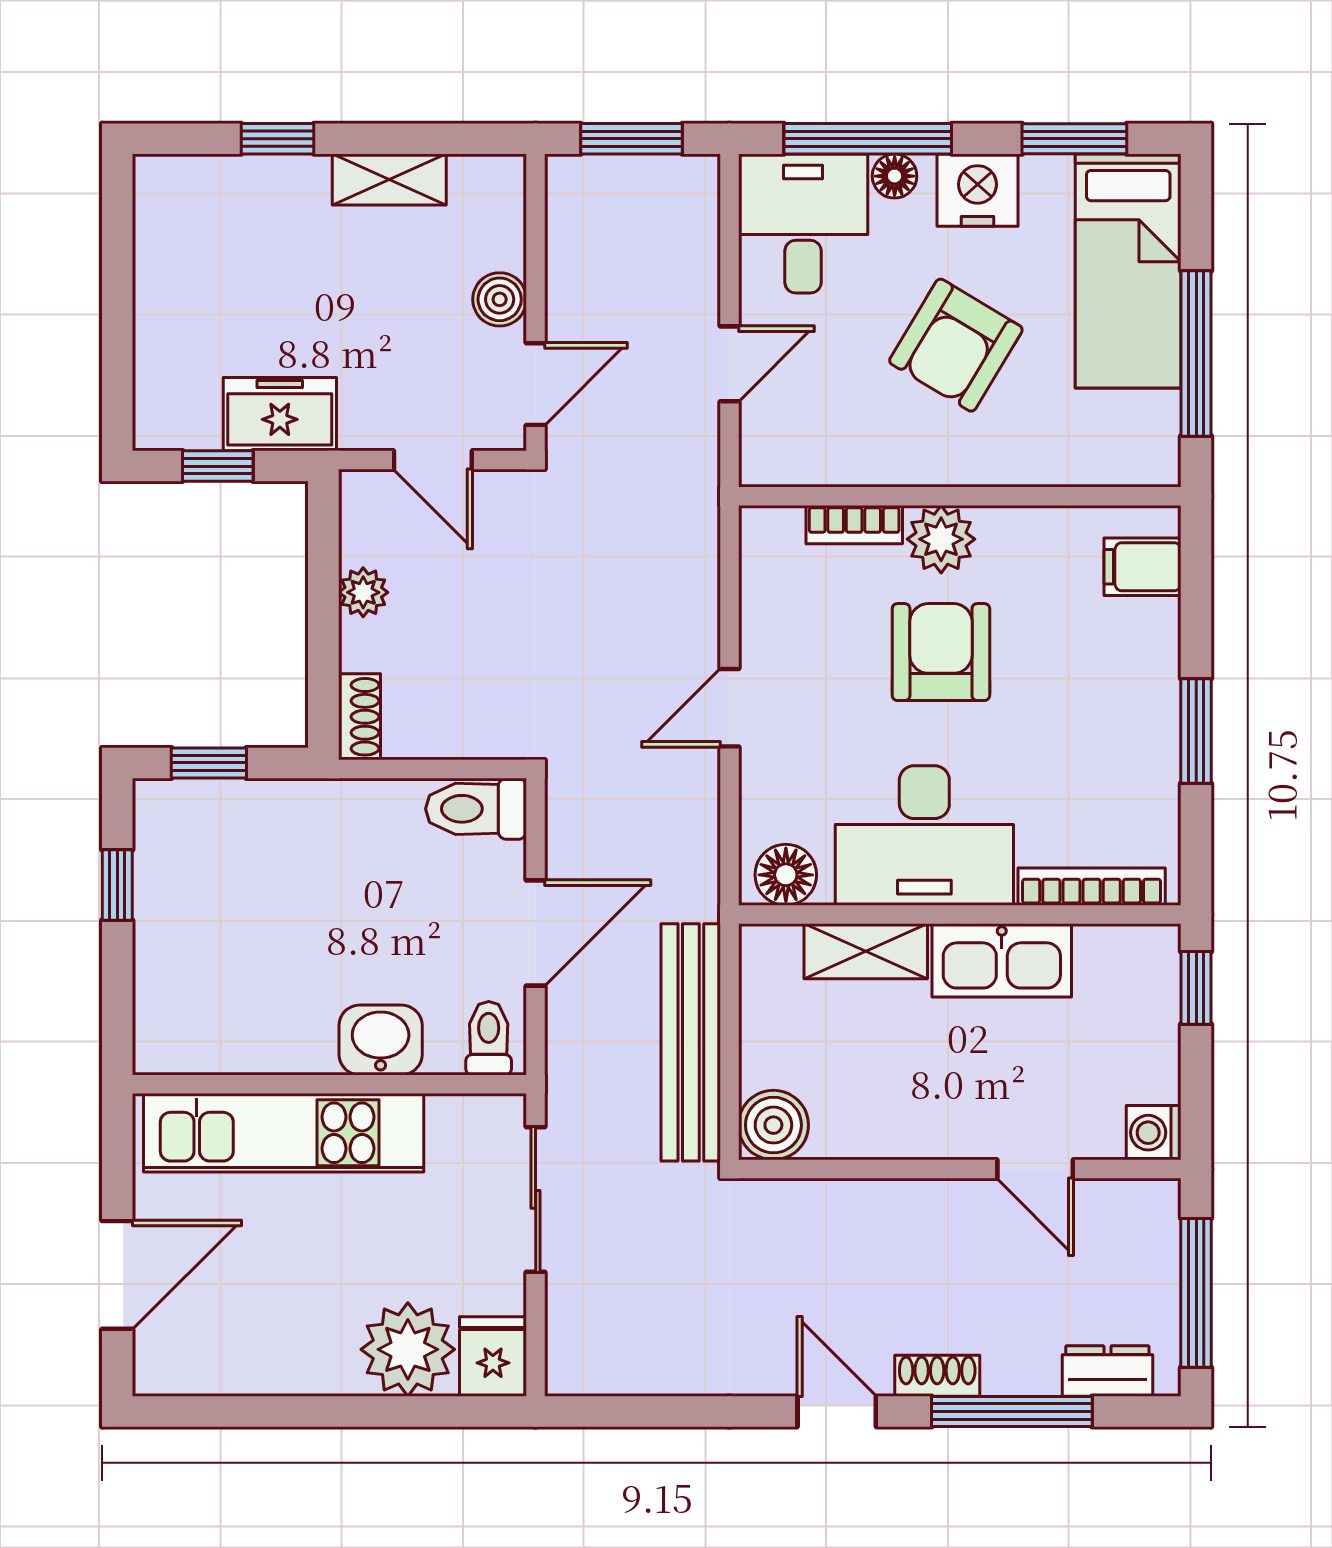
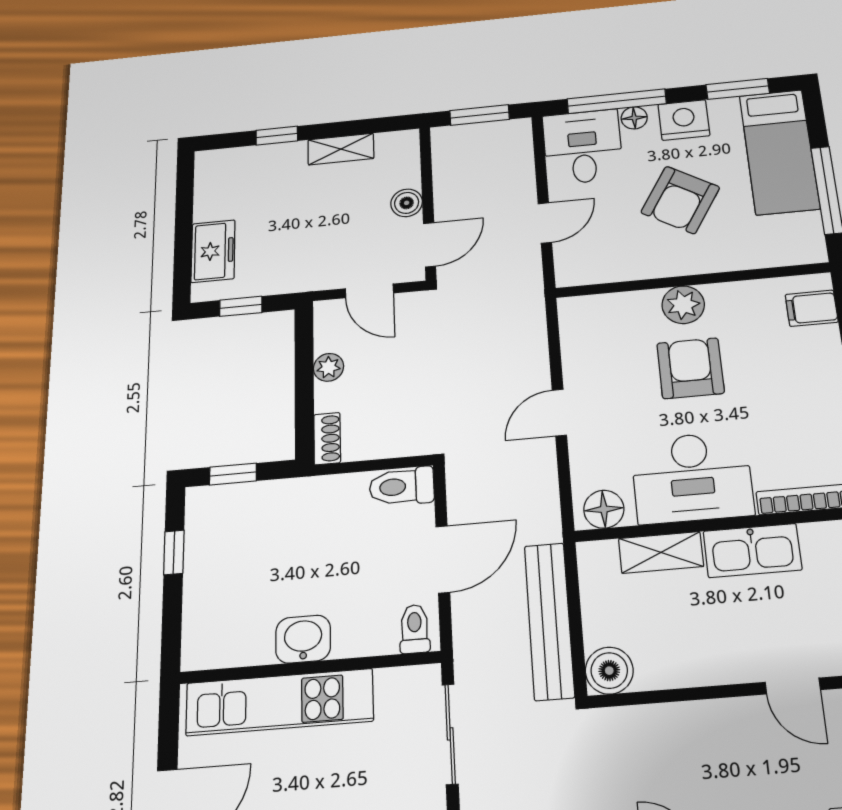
freezer: (280, 414) -> (213, 251), moved, turned 90
bookcase: (854, 525) -> (628, 302), removed
washbasin: (381, 1040) -> (303, 639), moved

